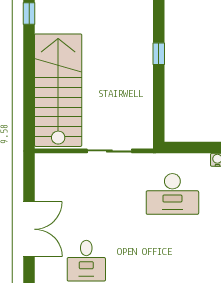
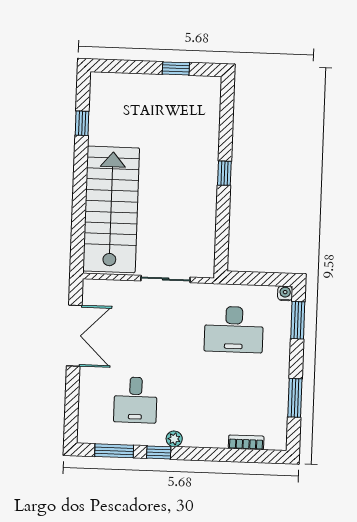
double door: (29, 229) -> (74, 336), moved

